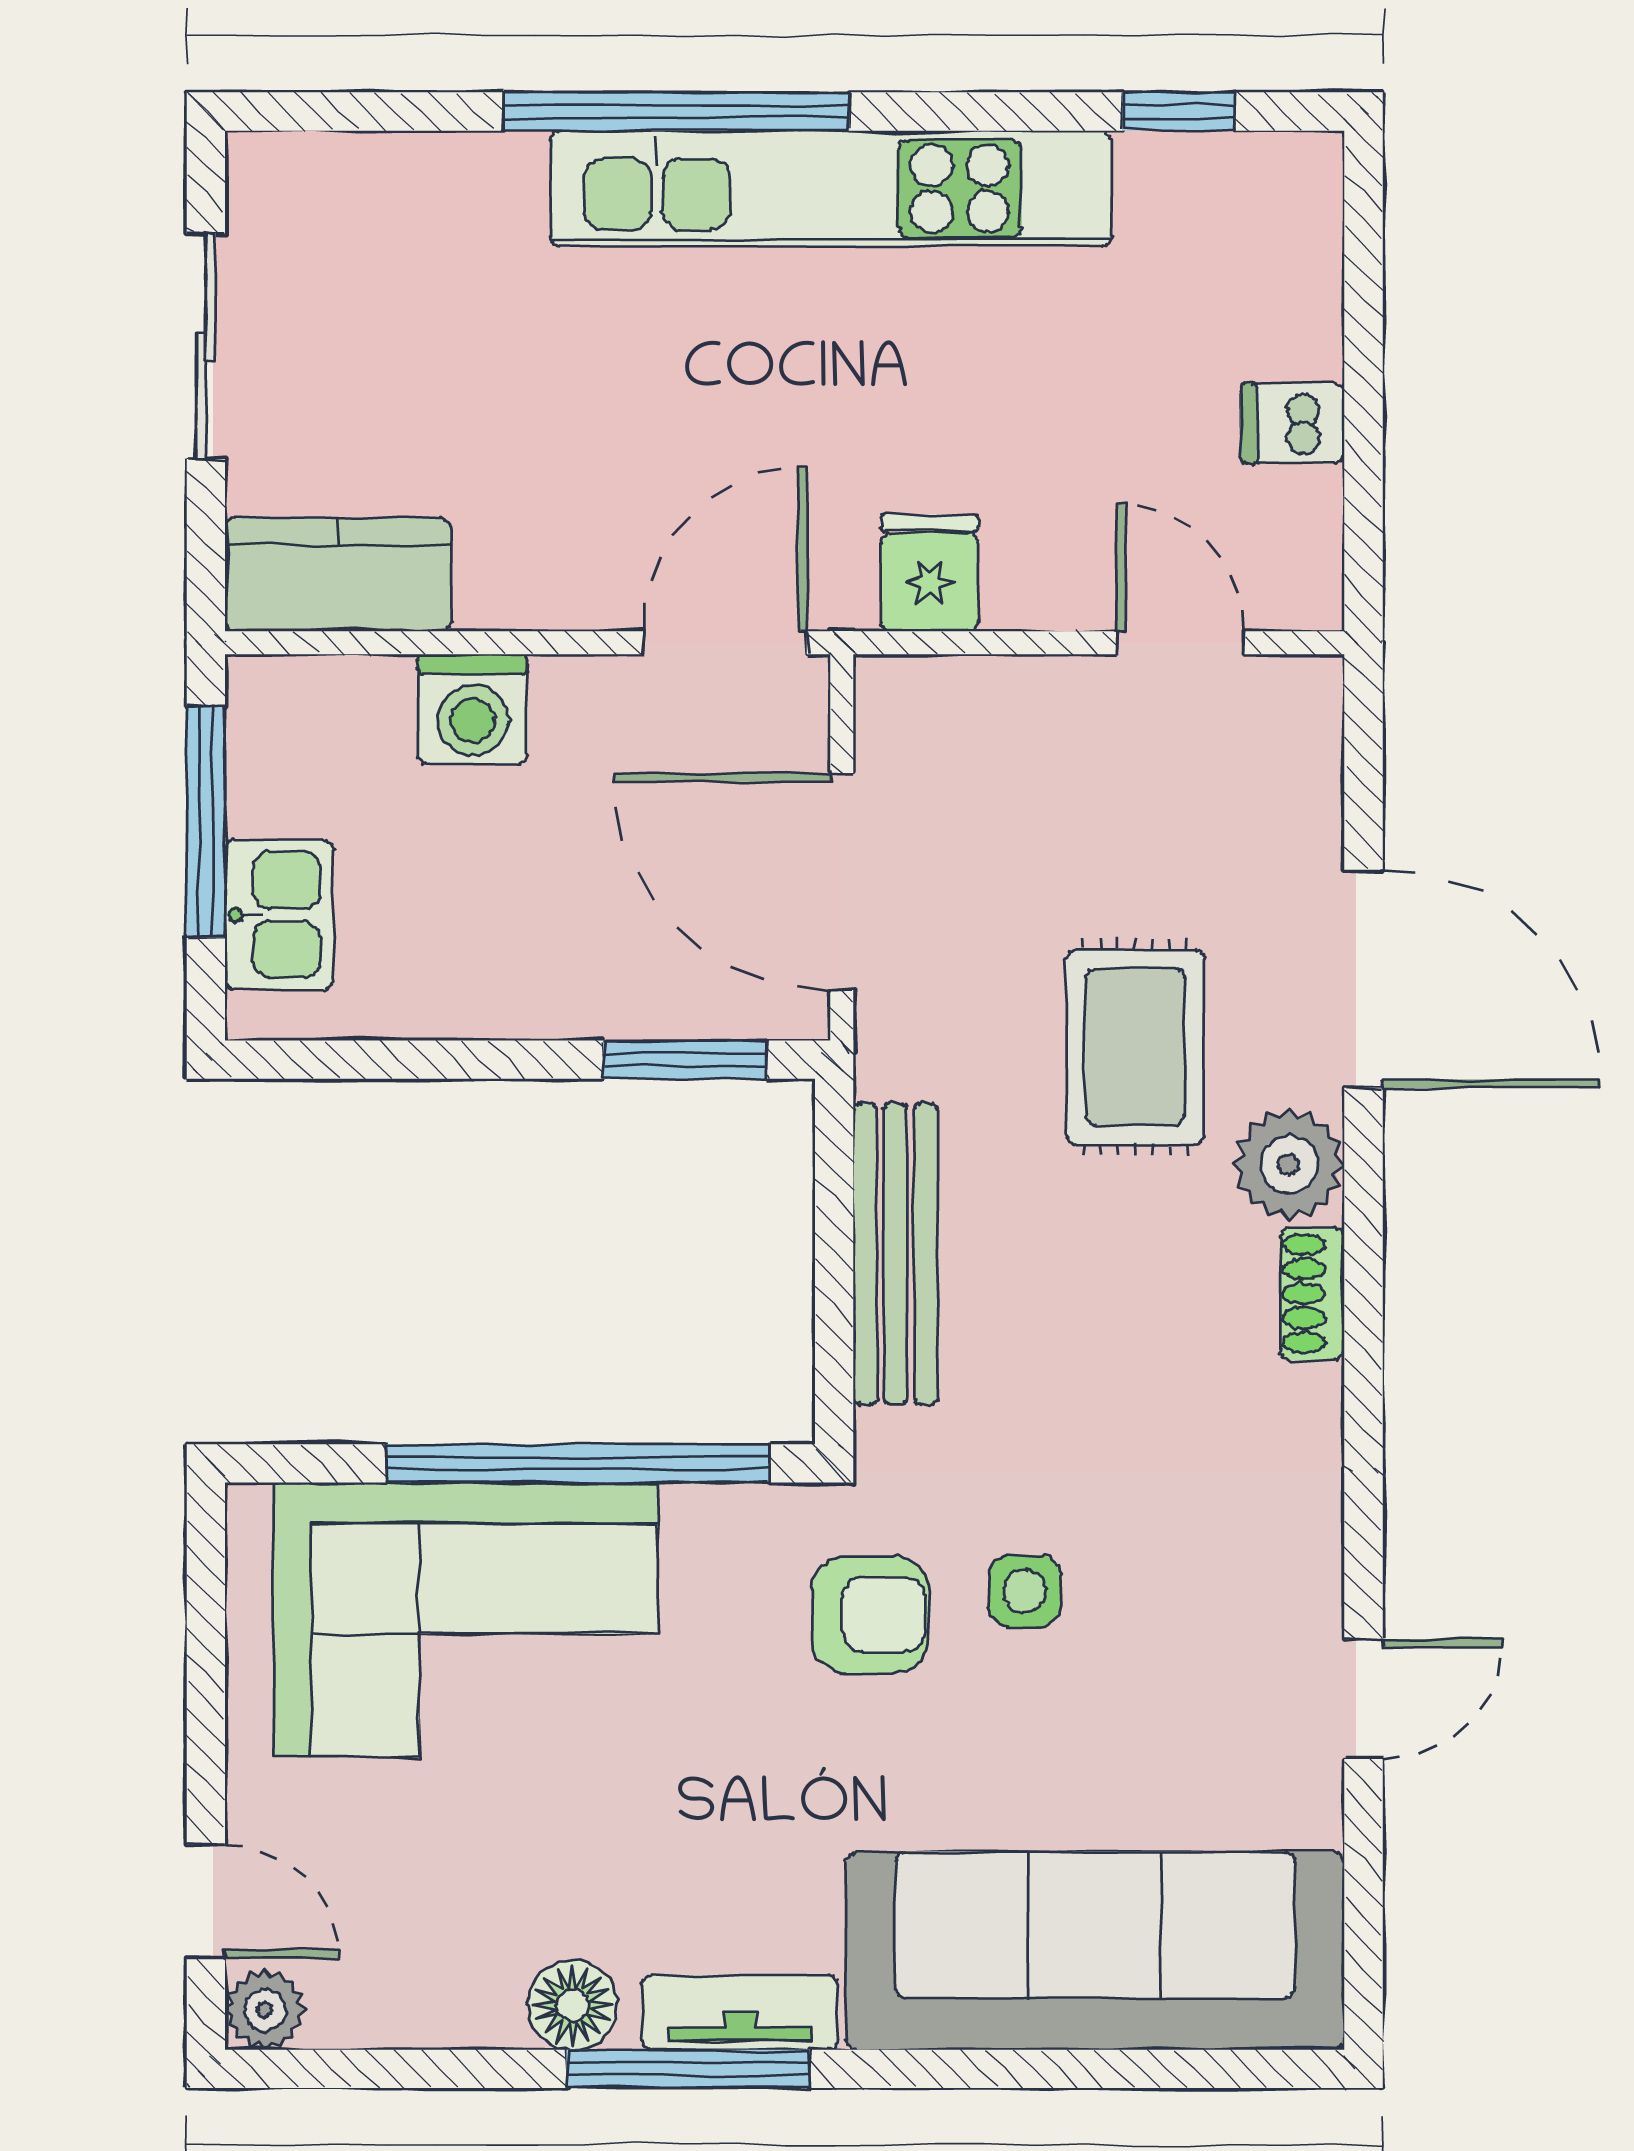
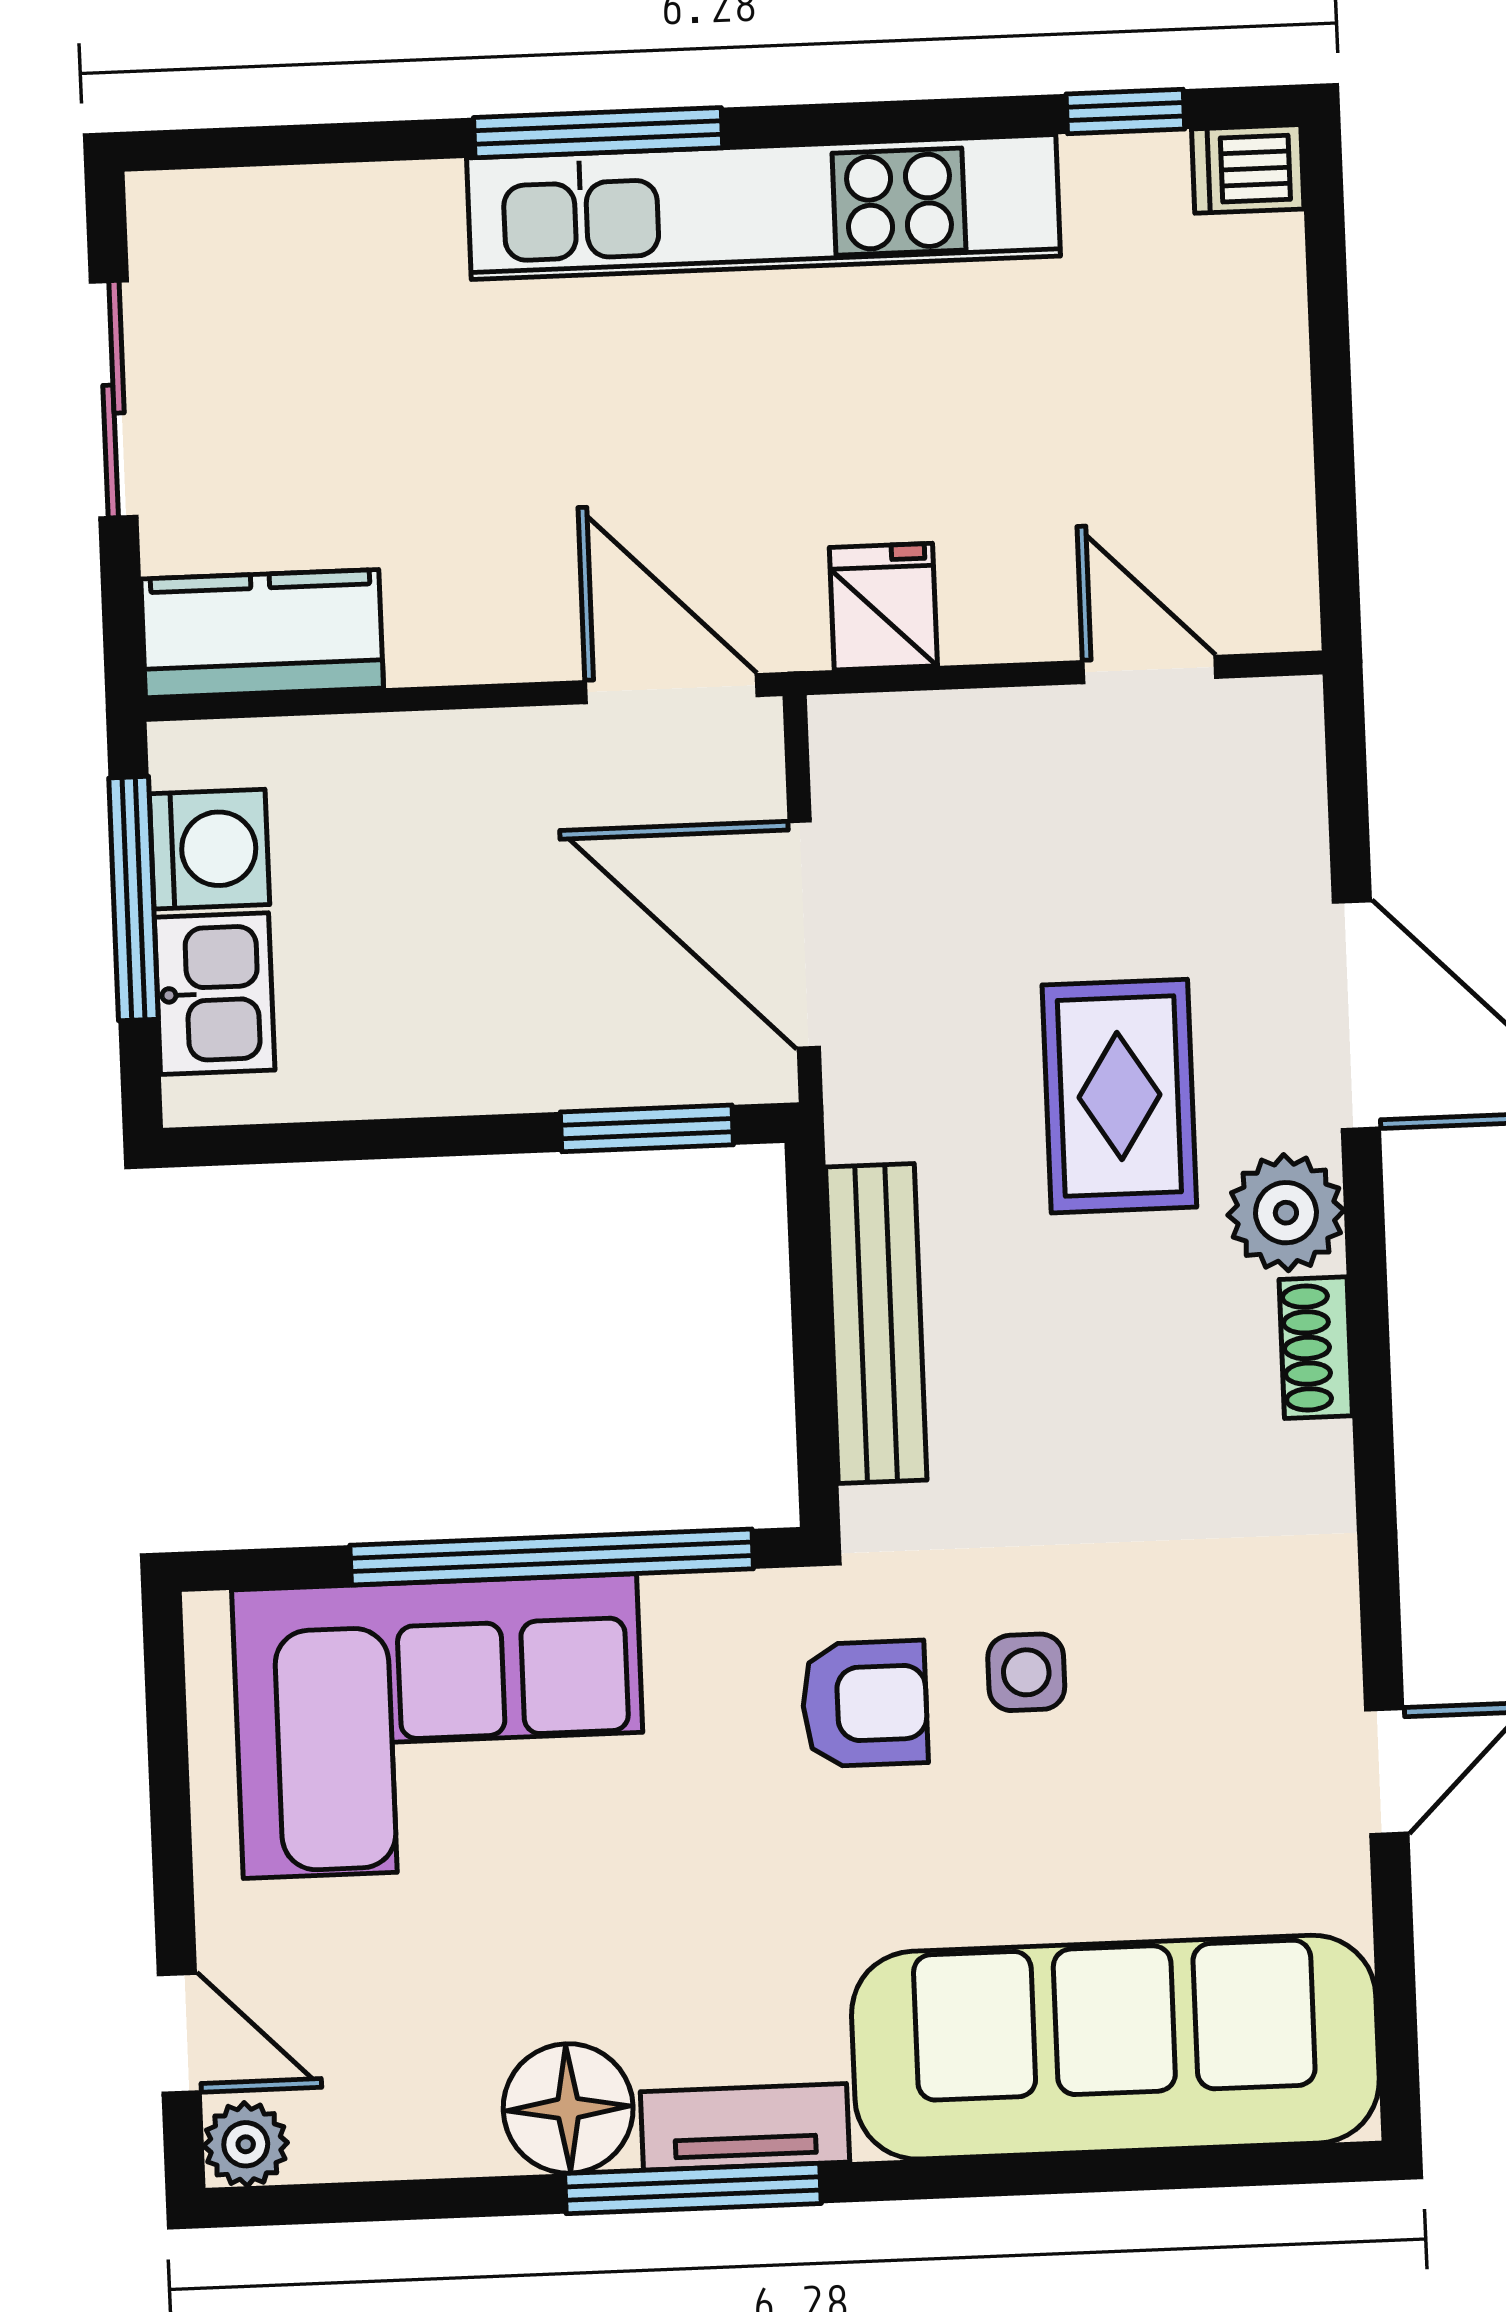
window: (677, 111) -> (598, 133), width x0.68
dishwasher: (1293, 423) -> (1248, 169), moved
door: (725, 643) -> (671, 689), hinge flipped
washing machine: (473, 709) -> (210, 849), moved, turned -90
floor lamp: (573, 2005) -> (568, 2108), width x1.38, depth x1.38

